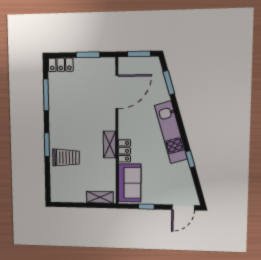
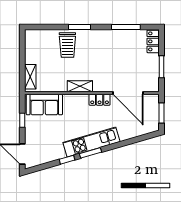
window: (169, 83) -> (90, 153), moved
locker: (124, 151) -> (100, 100), moved

